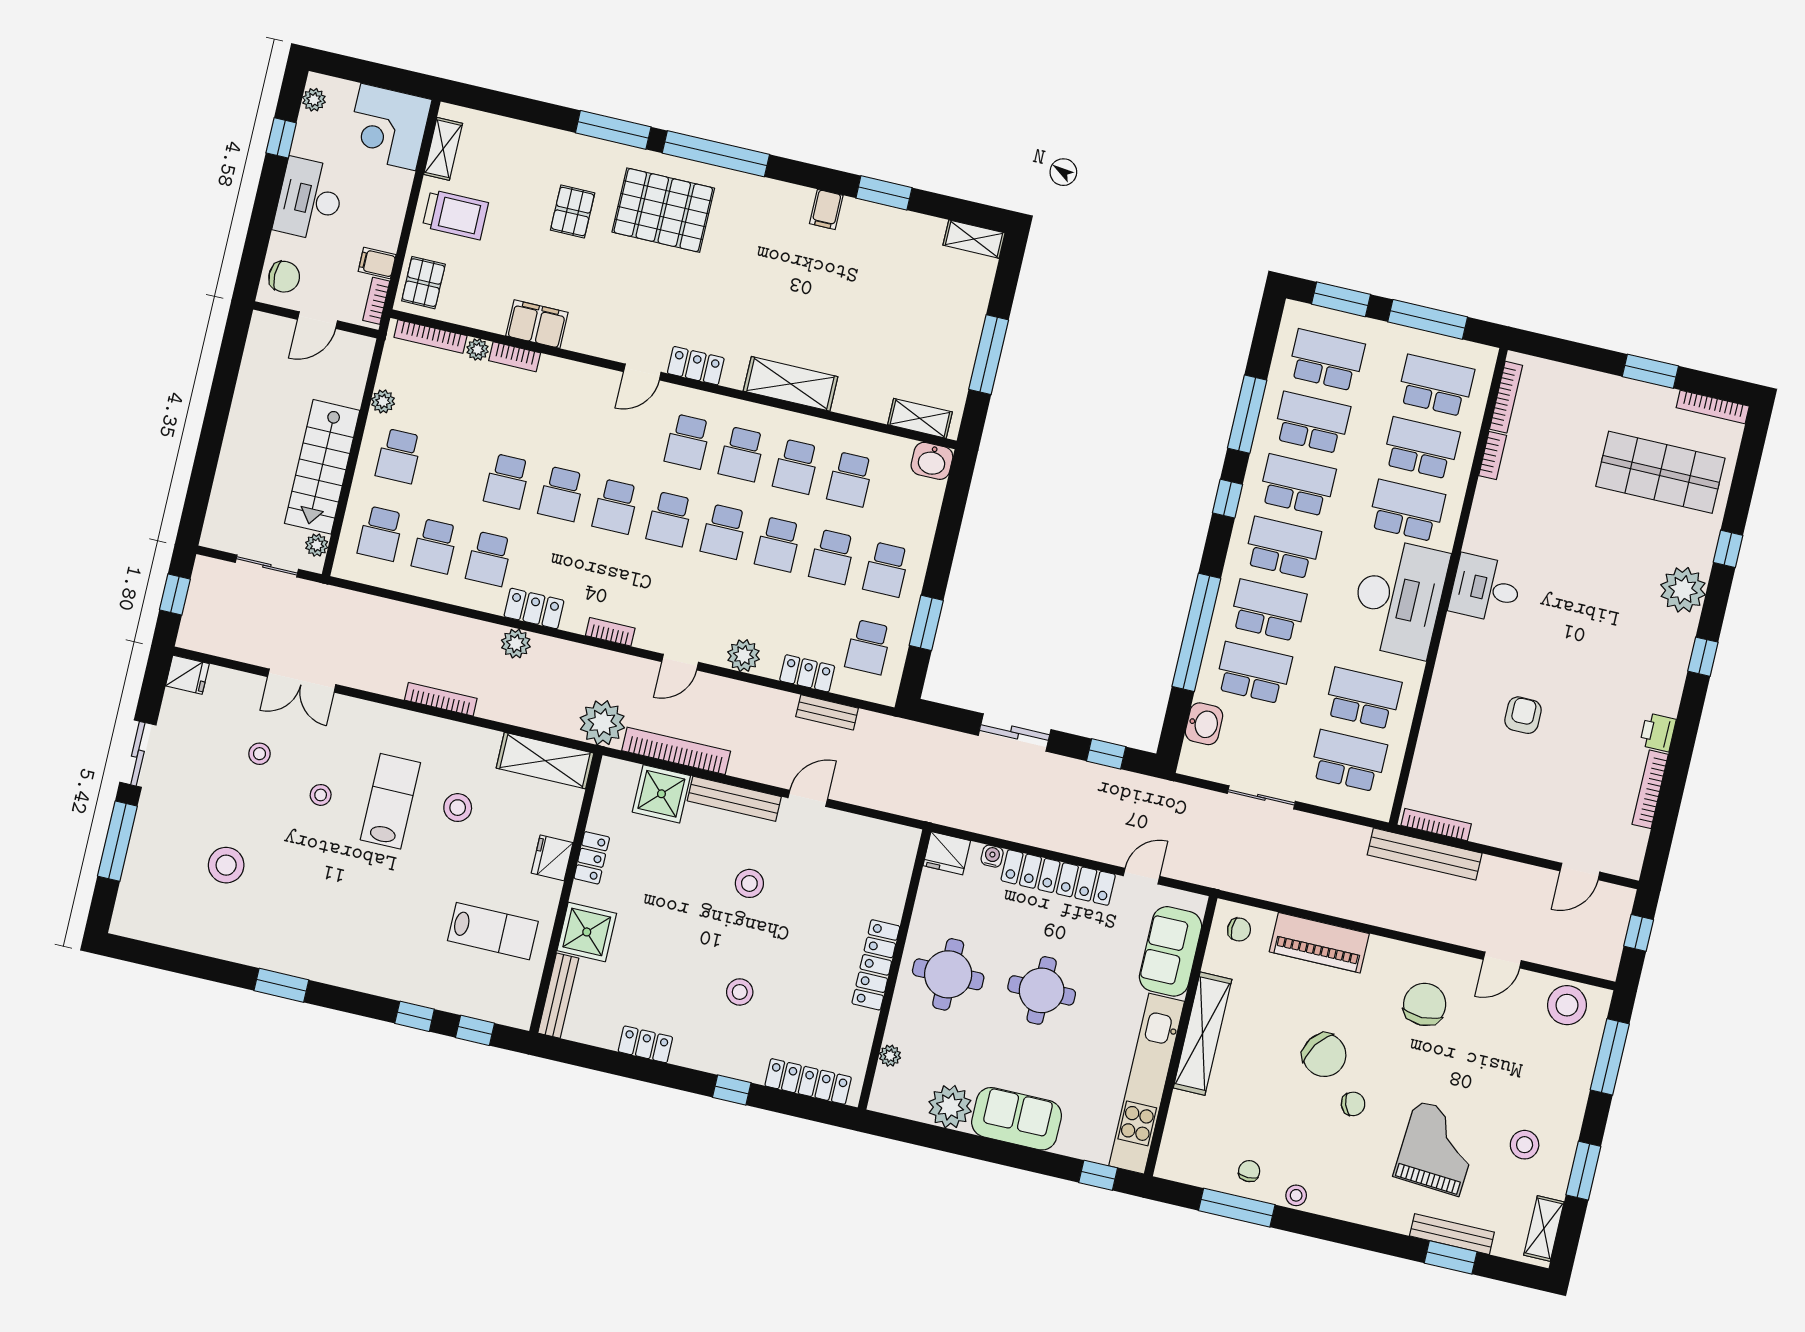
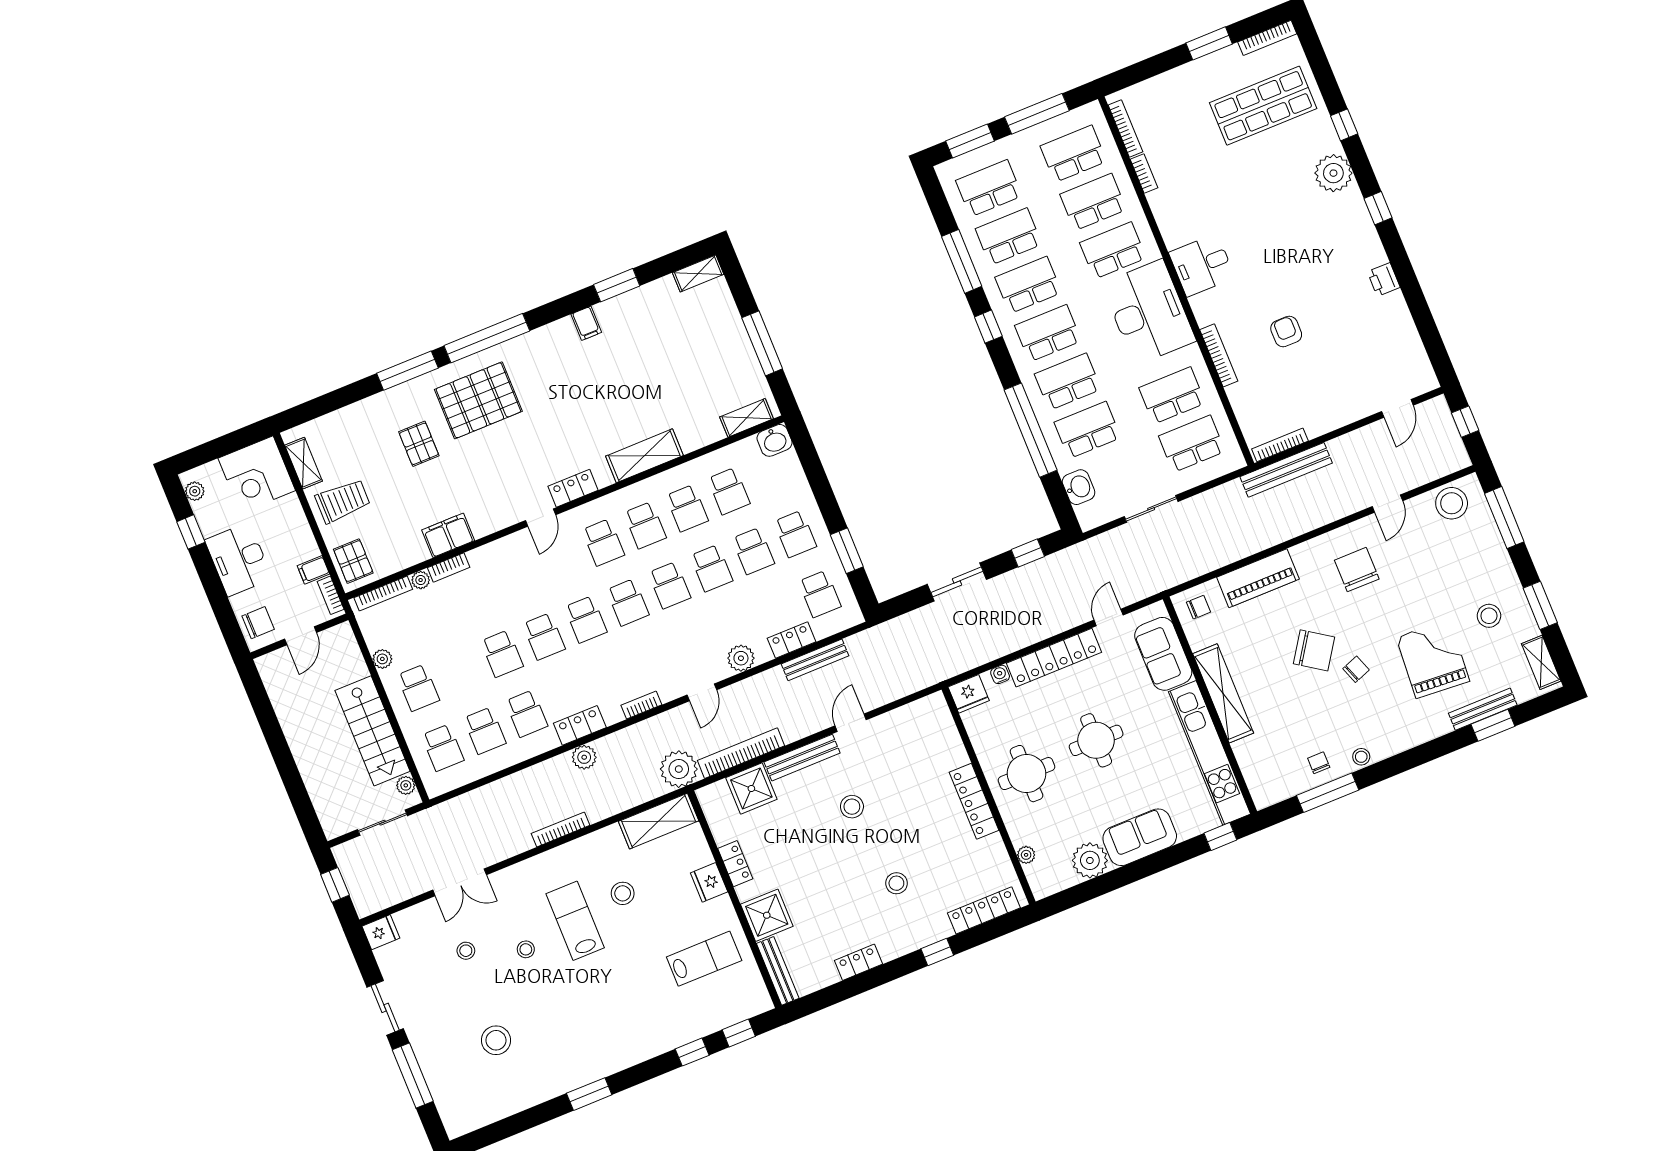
bench: (827, 712) -> (815, 660), width x1.36
bookcase: (1650, 789) -> (1219, 355), moved, turned 180

